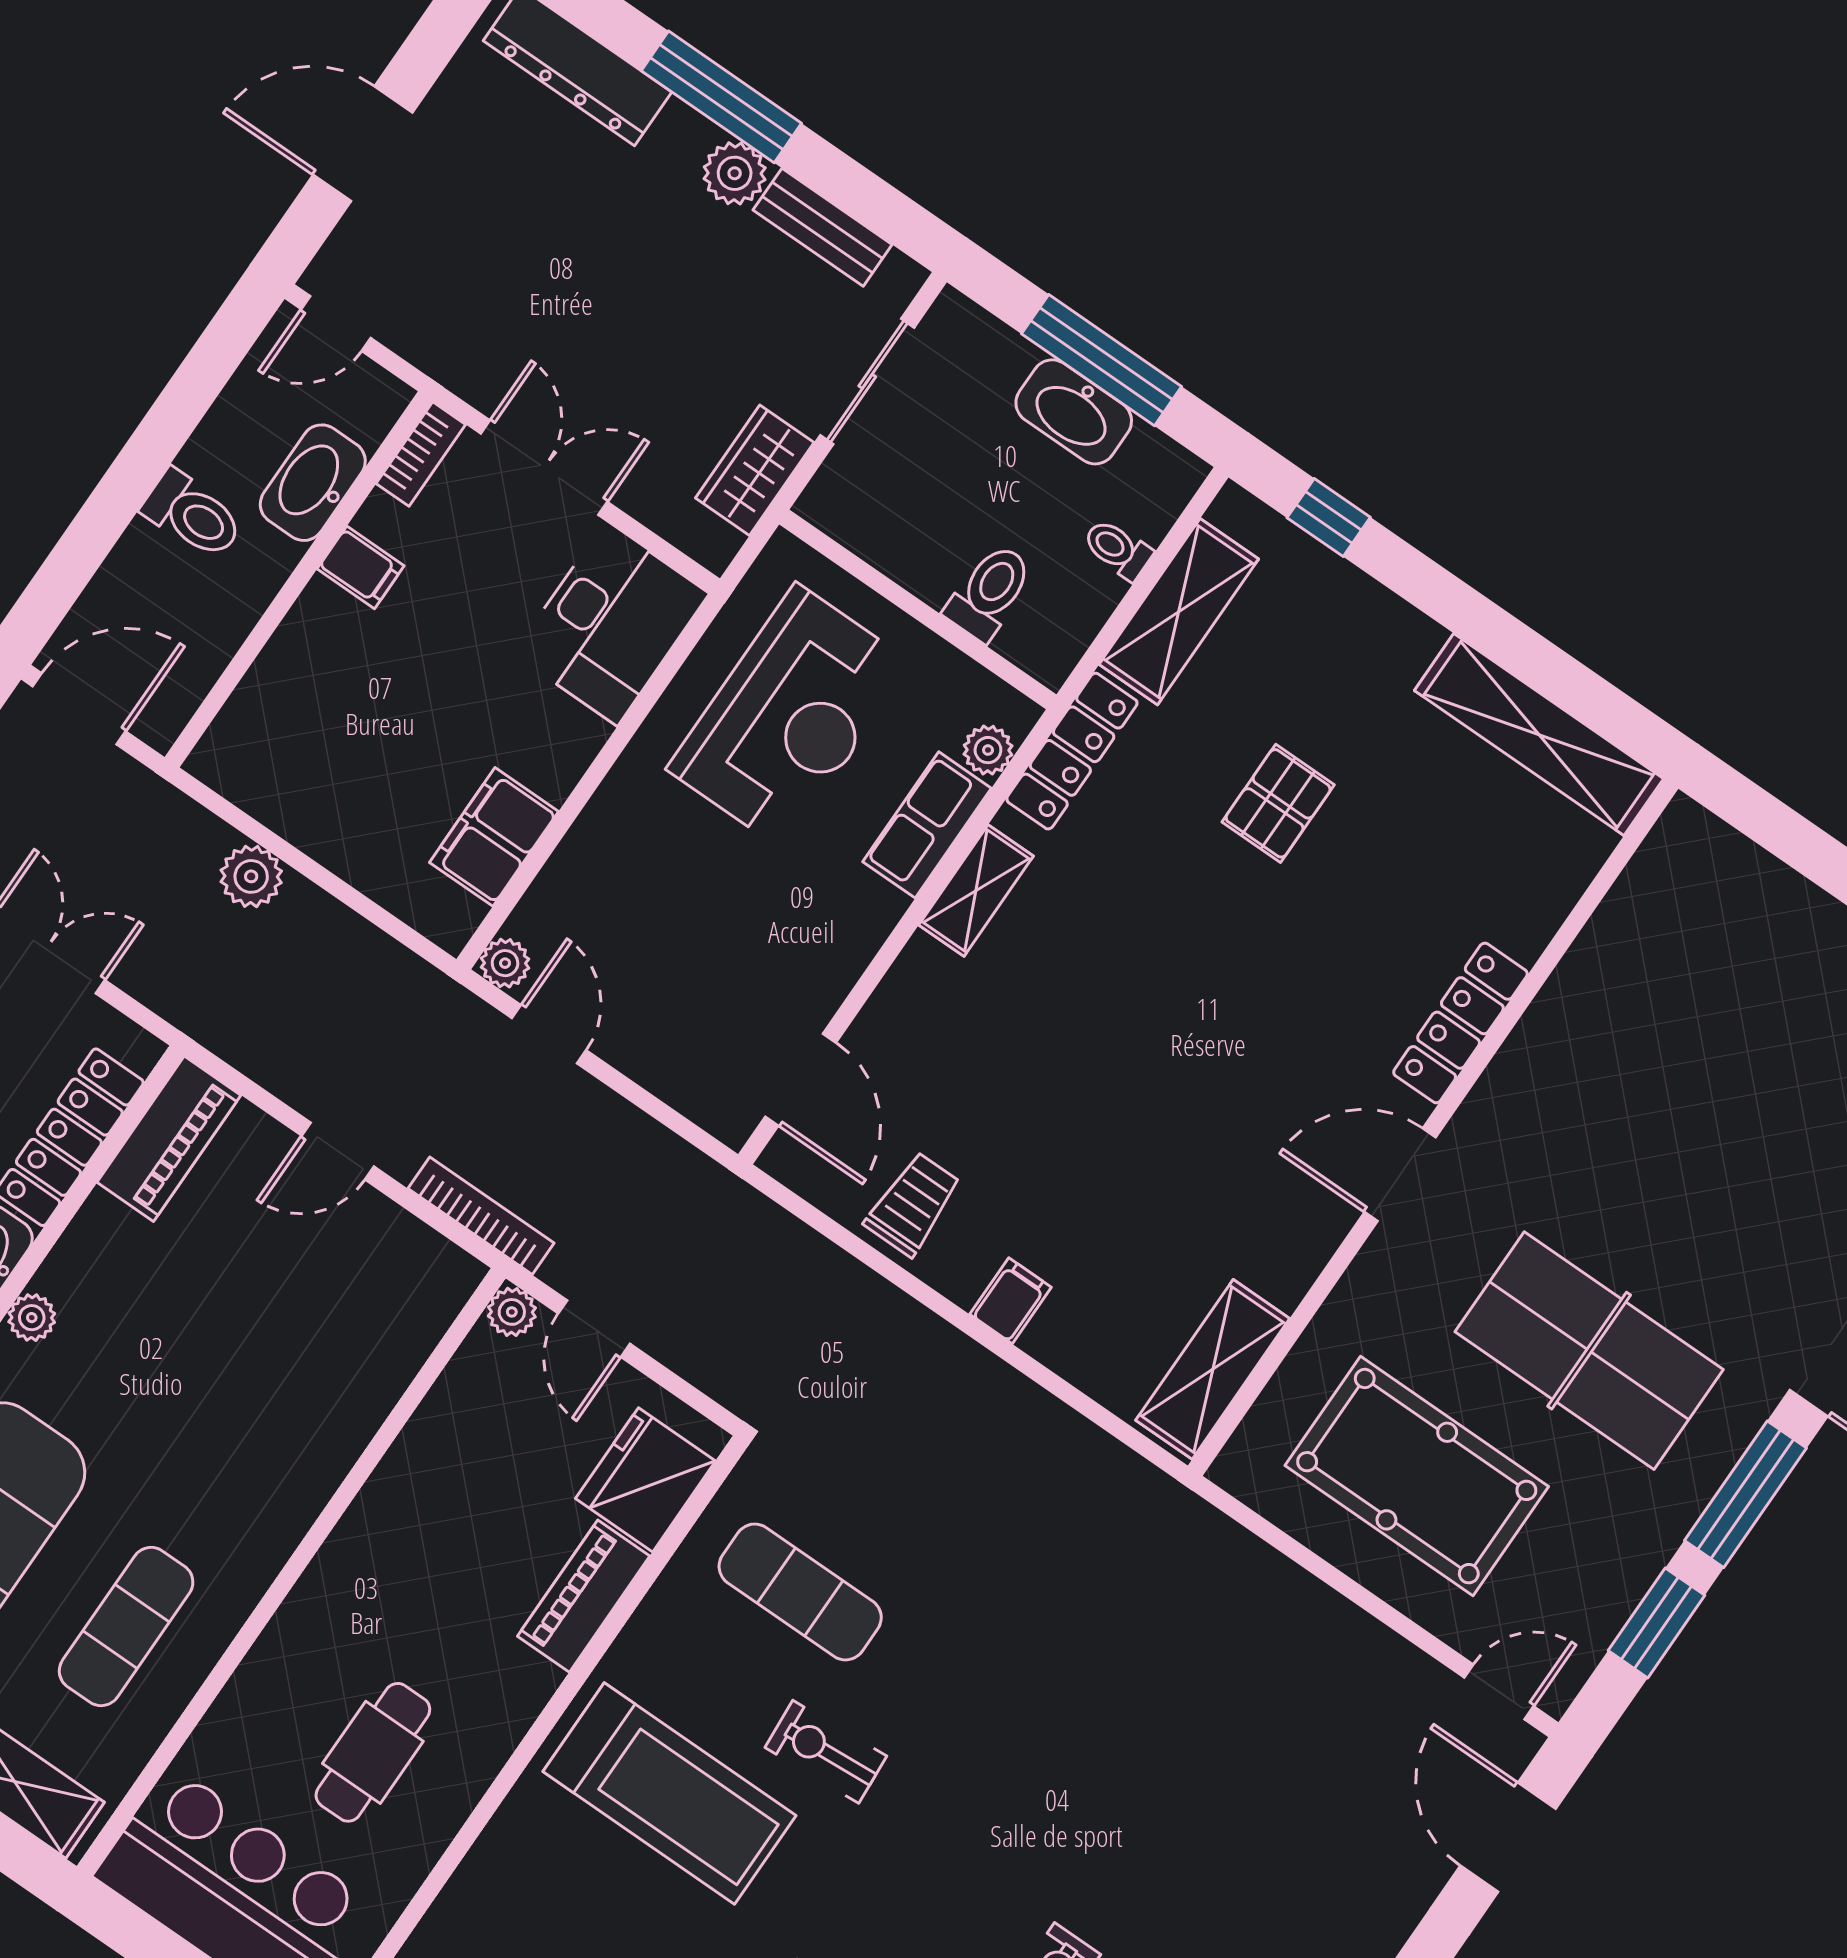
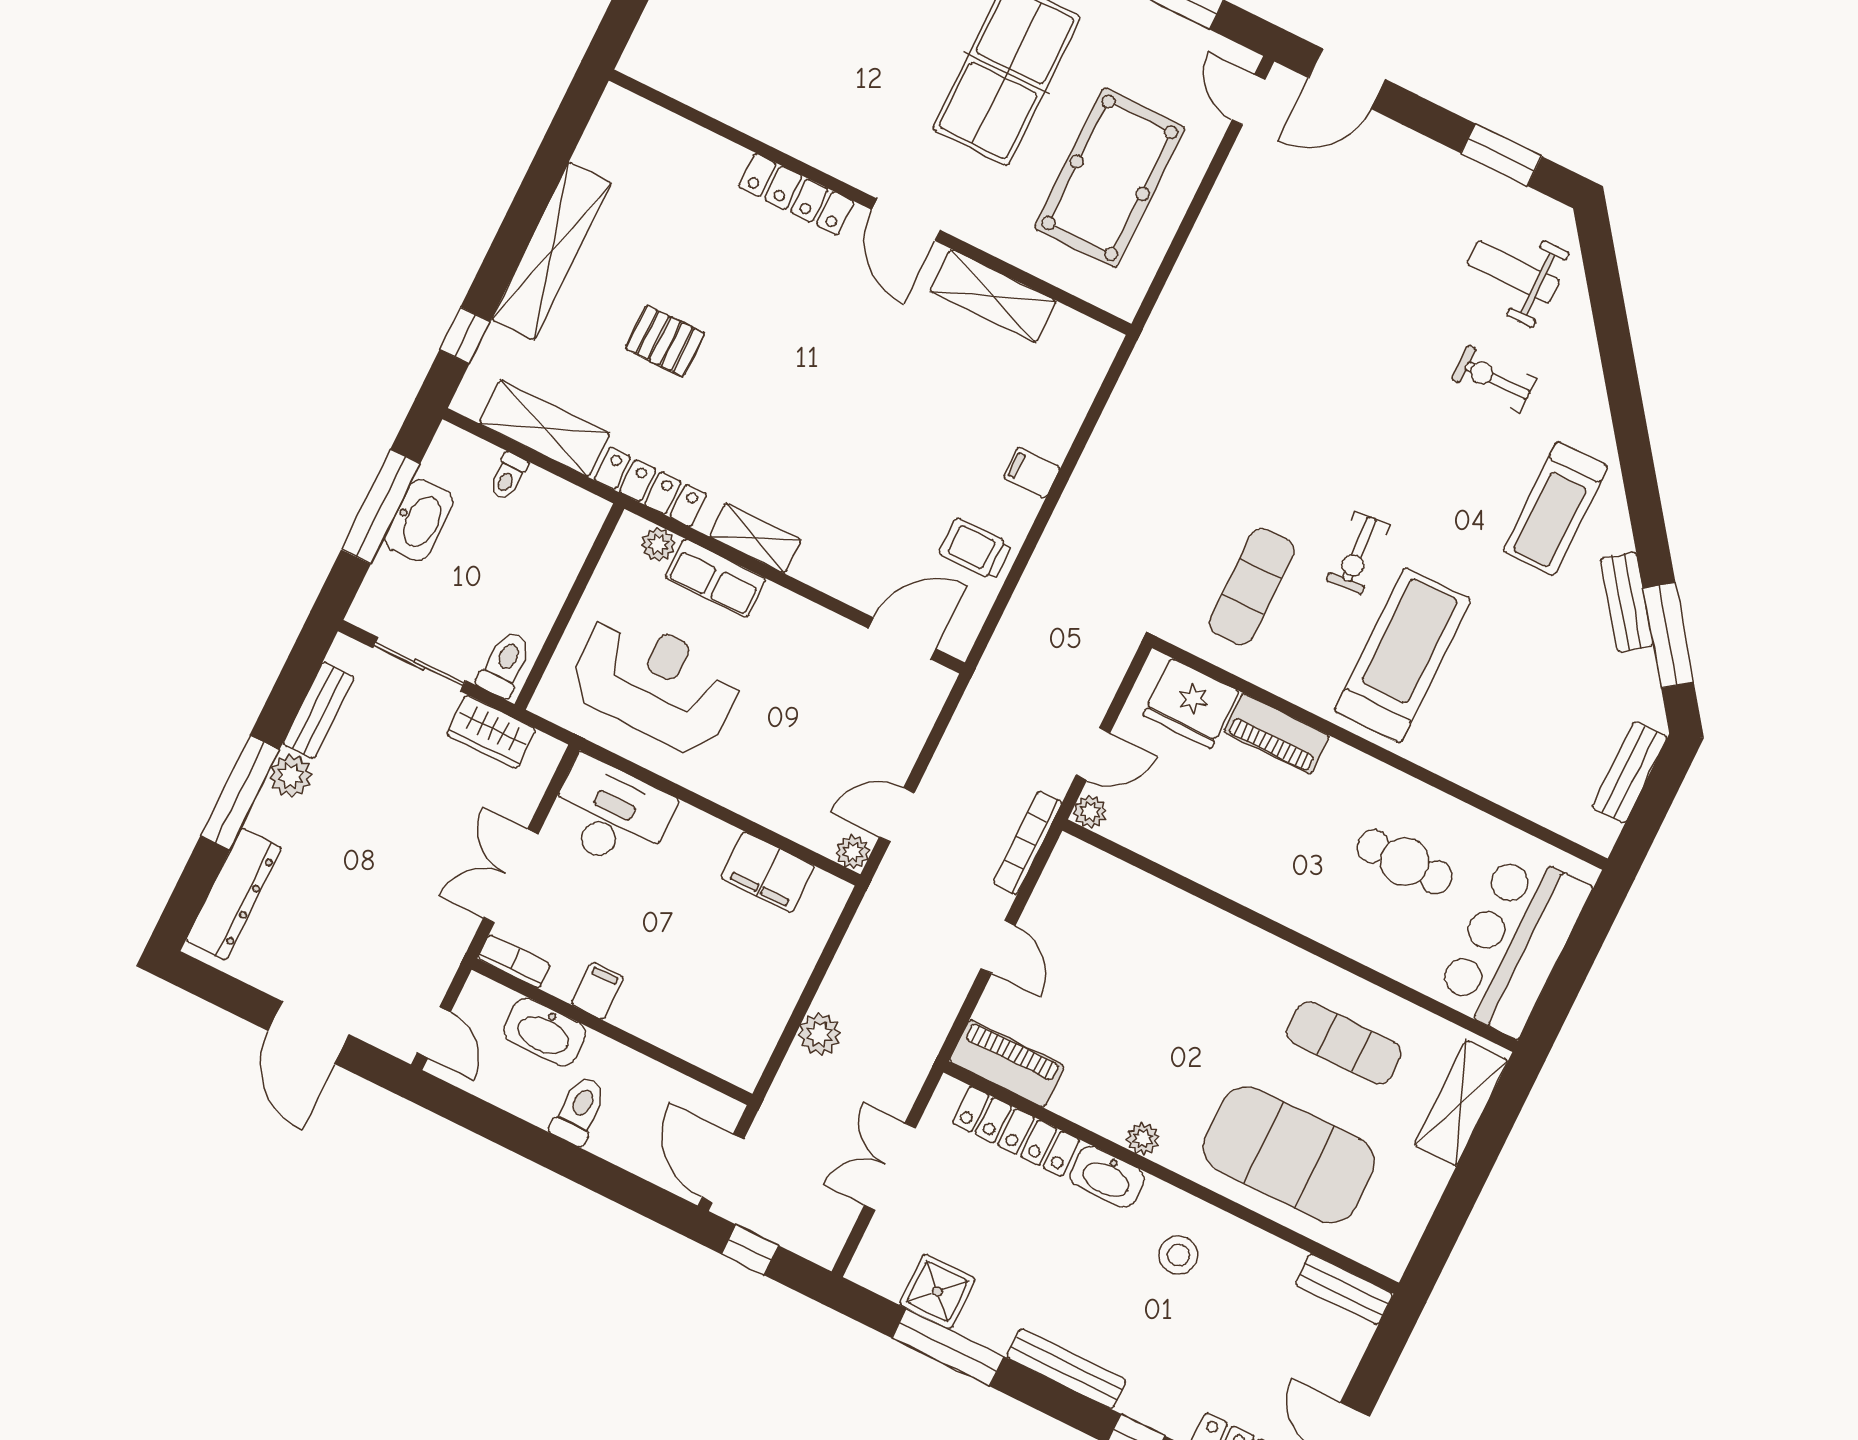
toilet: (989, 592) -> (505, 664), moved, turned 90
shelving: (1539, 735) -> (552, 251), moved
shelving: (1213, 1369) -> (993, 296), moved

